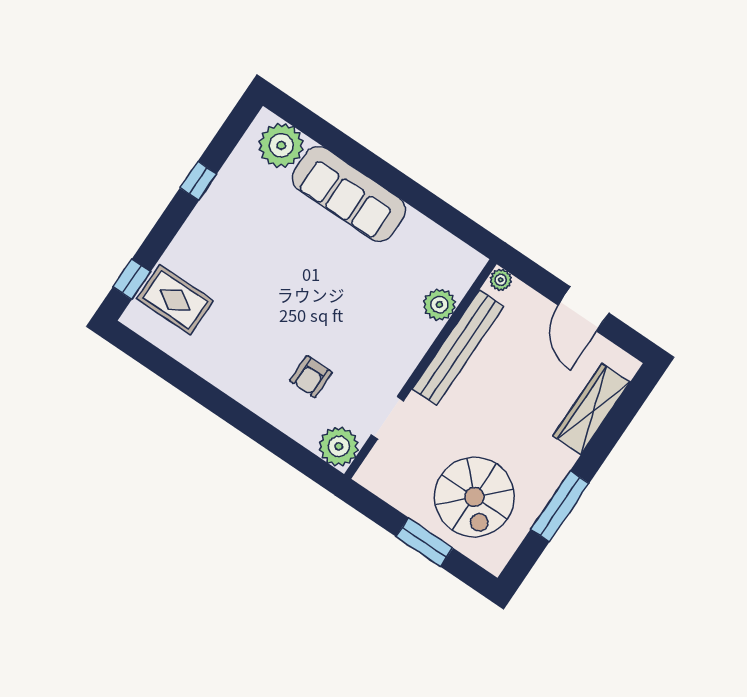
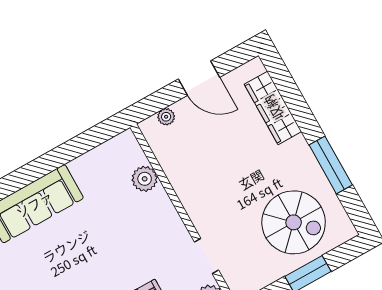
plant: (501, 280) -> (166, 117), moved
bench: (458, 348) -> (182, 181), removed

